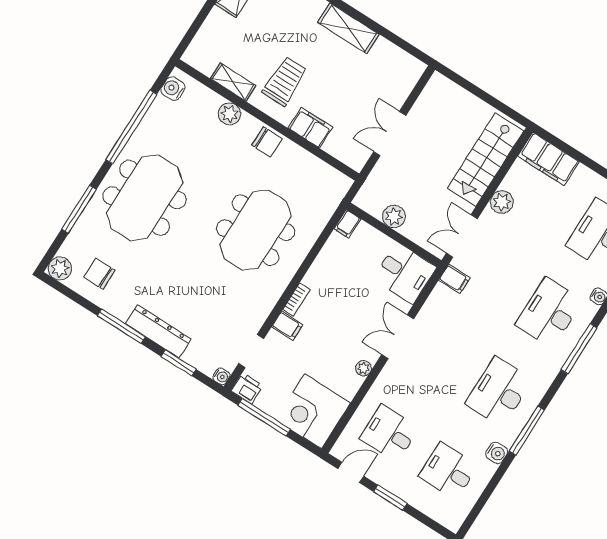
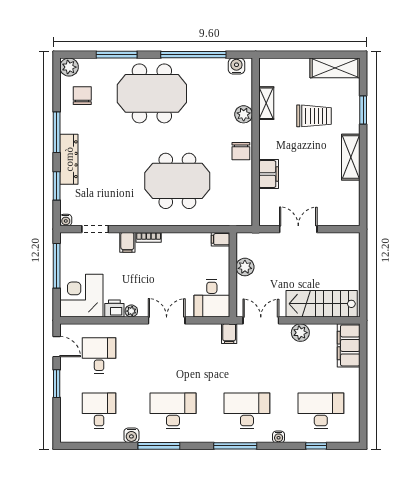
trolley: (285, 81) -> (314, 116), moved
printer: (247, 389) -> (114, 308), moved, turned -90

